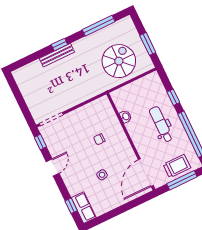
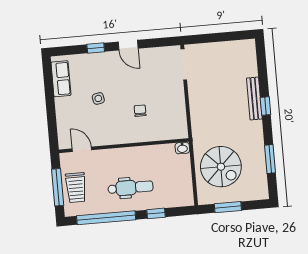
window: (99, 26) -> (270, 159), width x0.69
washbasin: (126, 117) -> (182, 148), moved
window: (40, 142) -> (162, 42), removed
door: (146, 173) -> (82, 149), width x0.53
window: (71, 206) -> (96, 48), moved
row of seats: (84, 208) -> (61, 79), moved, turned -90

